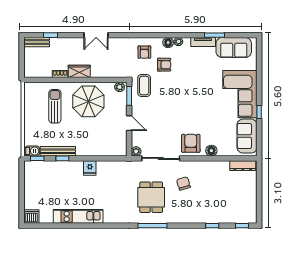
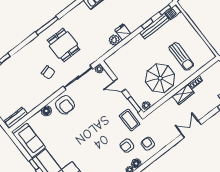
plant: (103, 167) -> (114, 40), added

